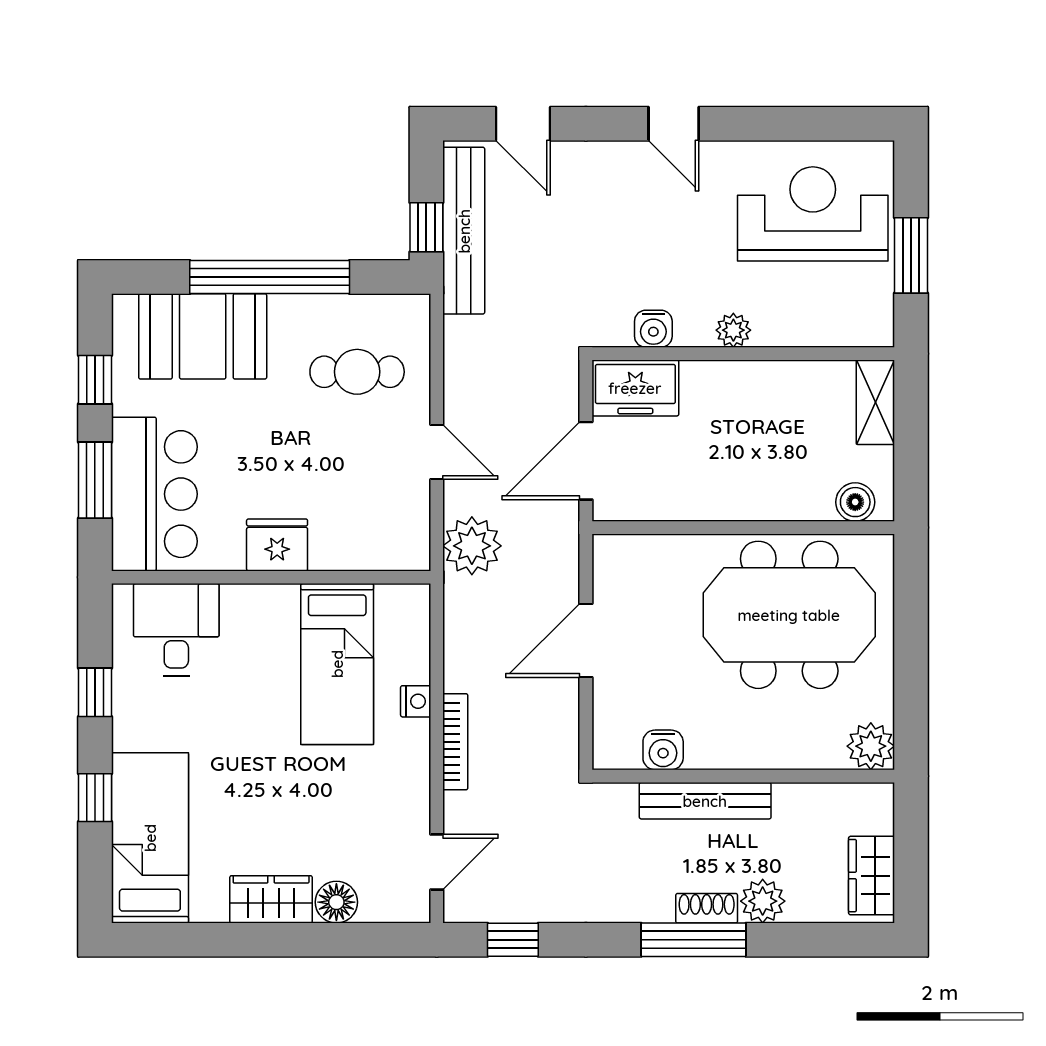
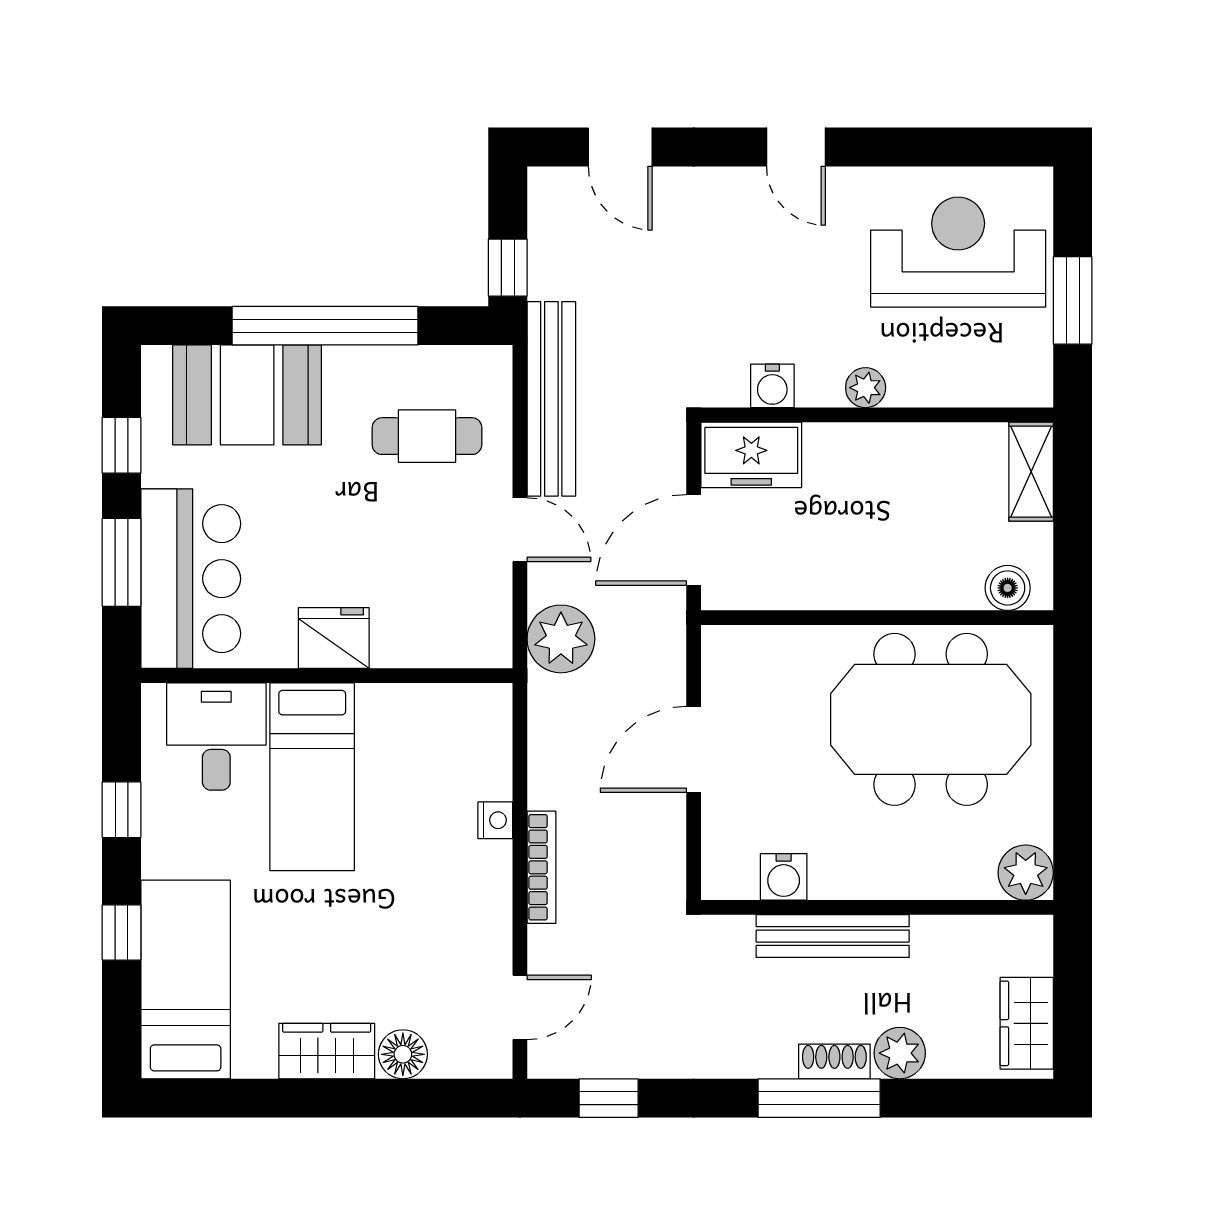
bench: (464, 231) -> (551, 399), moved
bed: (337, 664) -> (312, 777), moved

